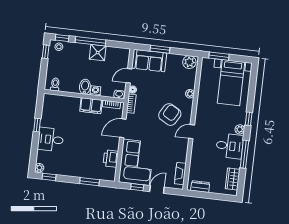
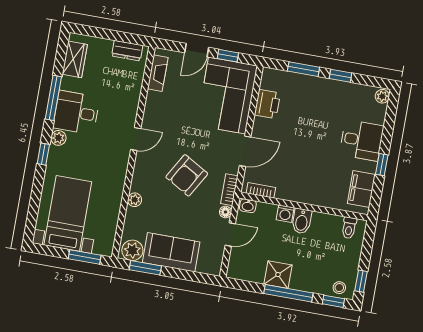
window: (160, 49) -> (145, 268), moved
sofa: (149, 61) -> (171, 252), moved
filing cabinet: (91, 106) -> (361, 189), moved, turned -90
armchair: (170, 115) -> (187, 175), moved
window: (49, 177) -> (341, 76), moved

